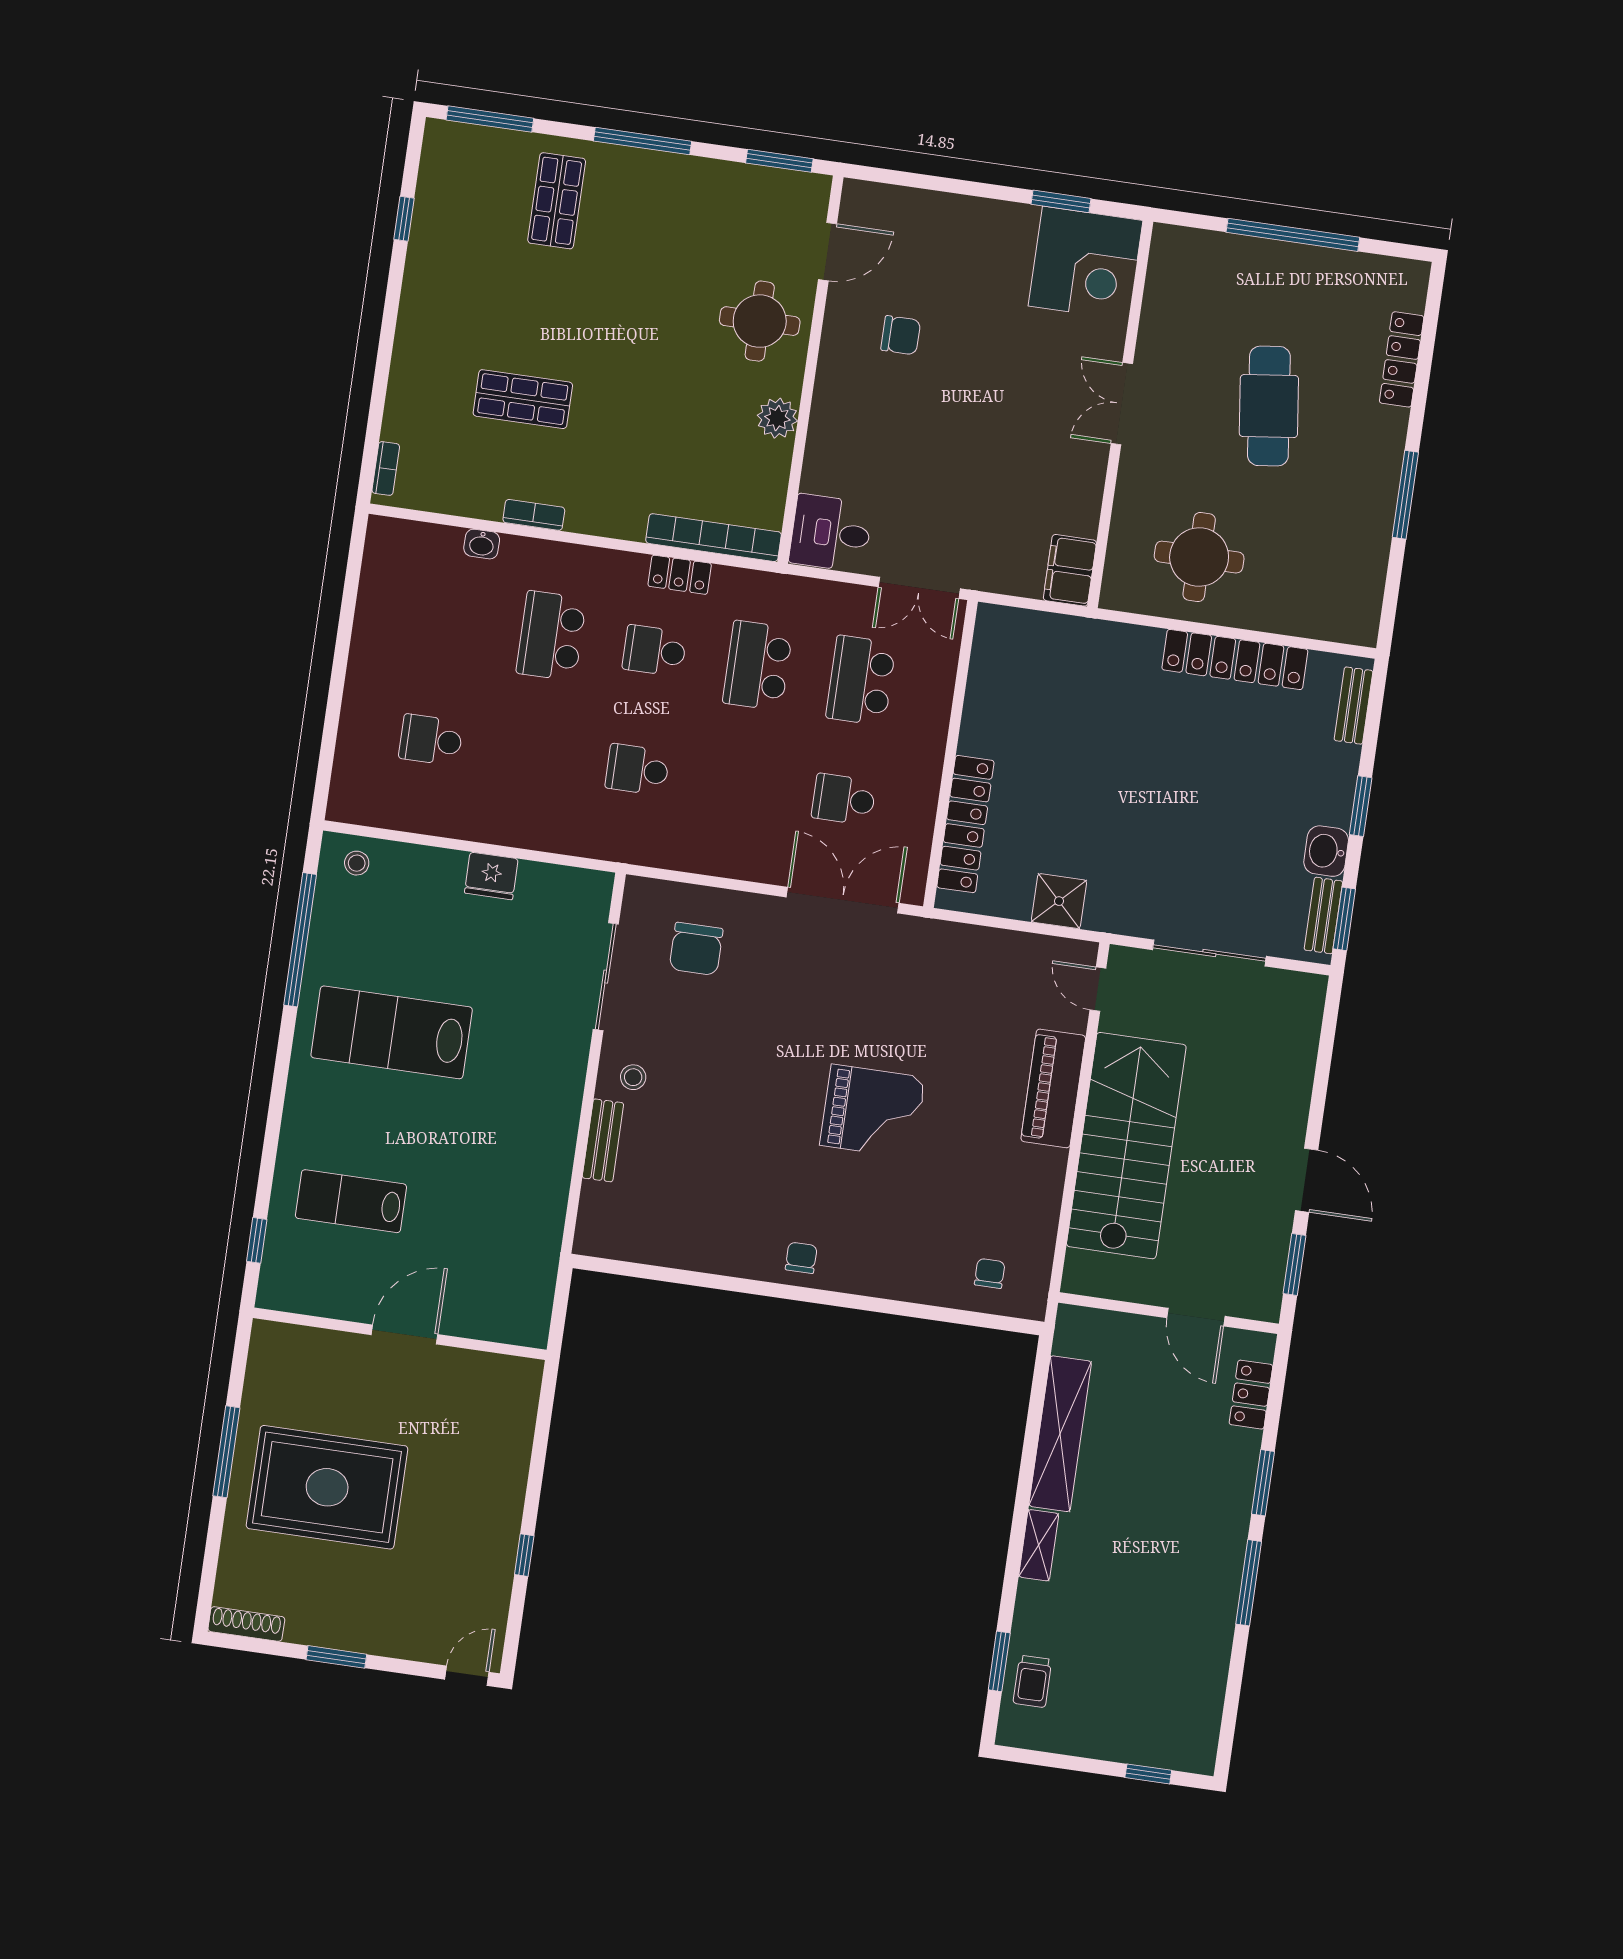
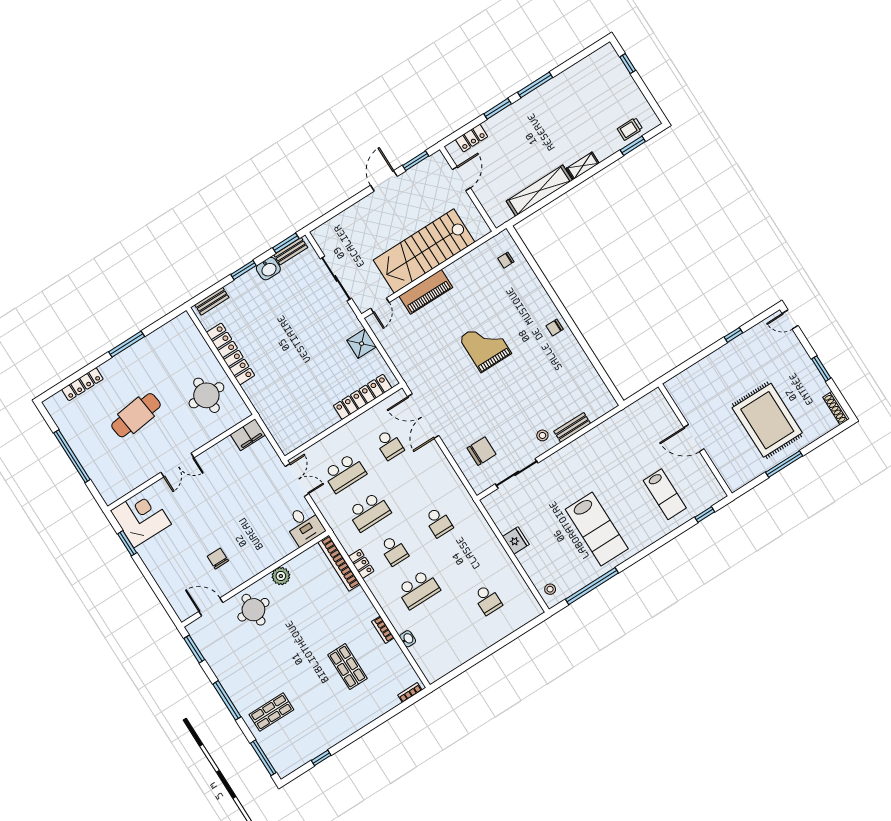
trolley: (1032, 1681) -> (630, 129), turned 180

